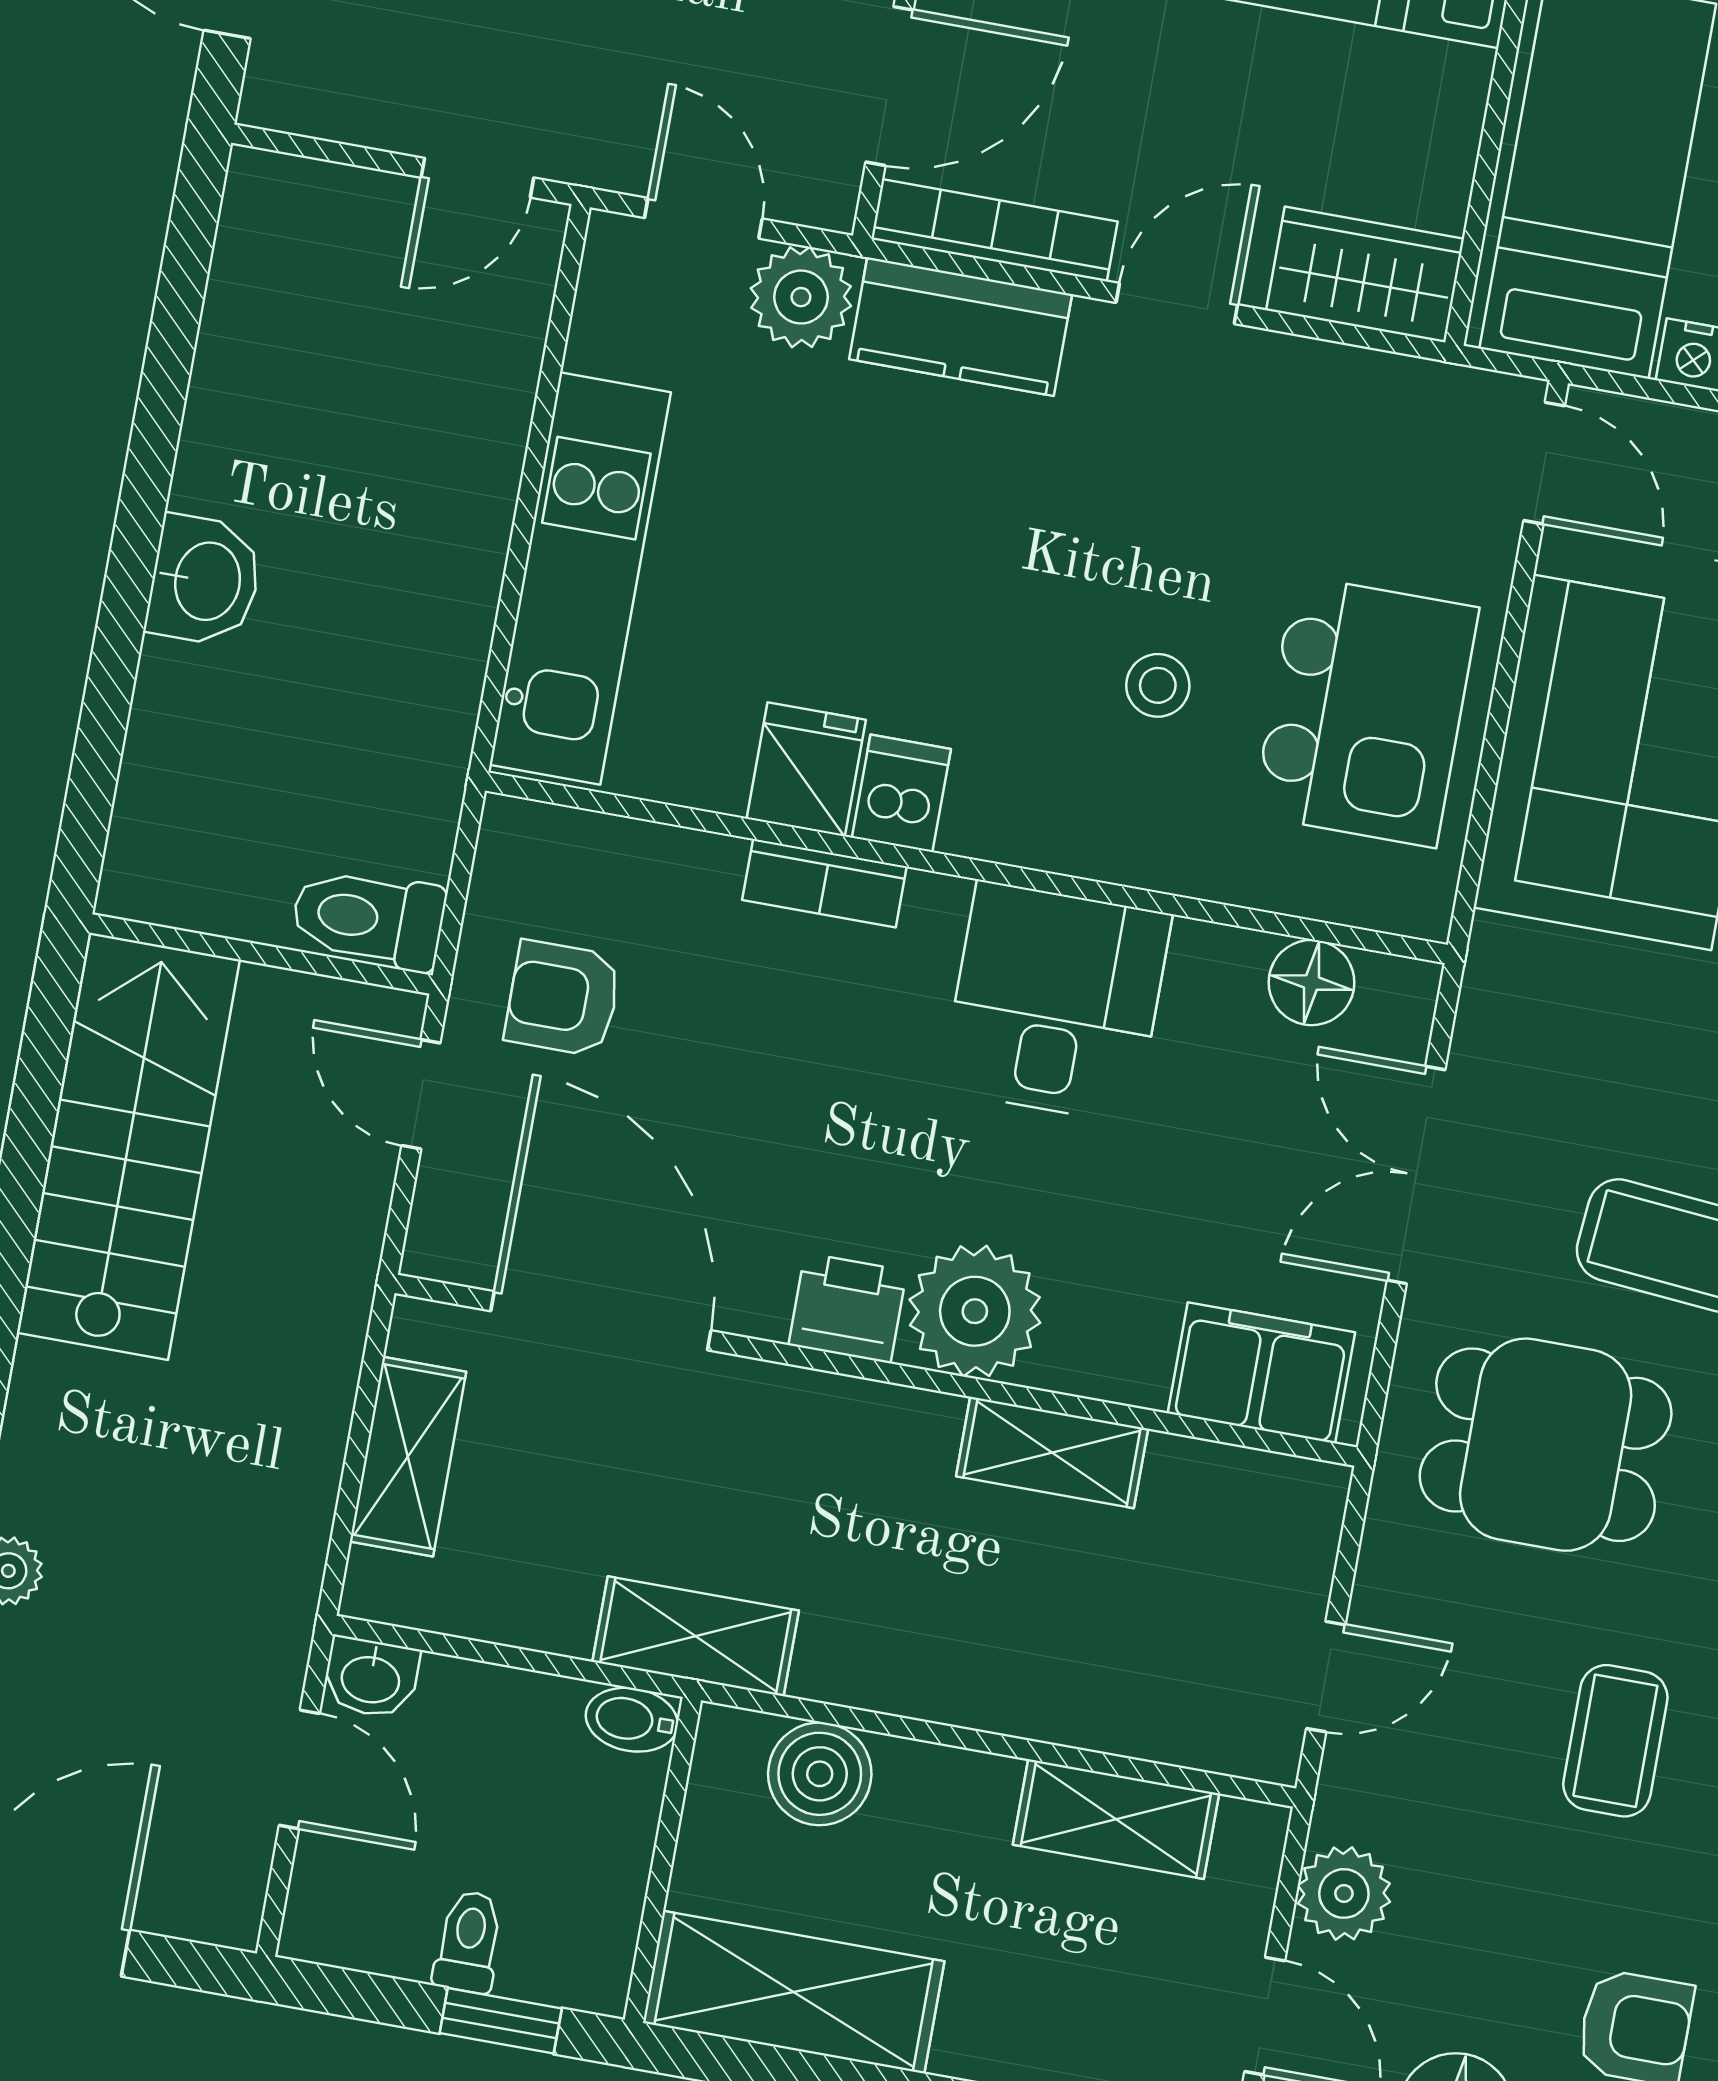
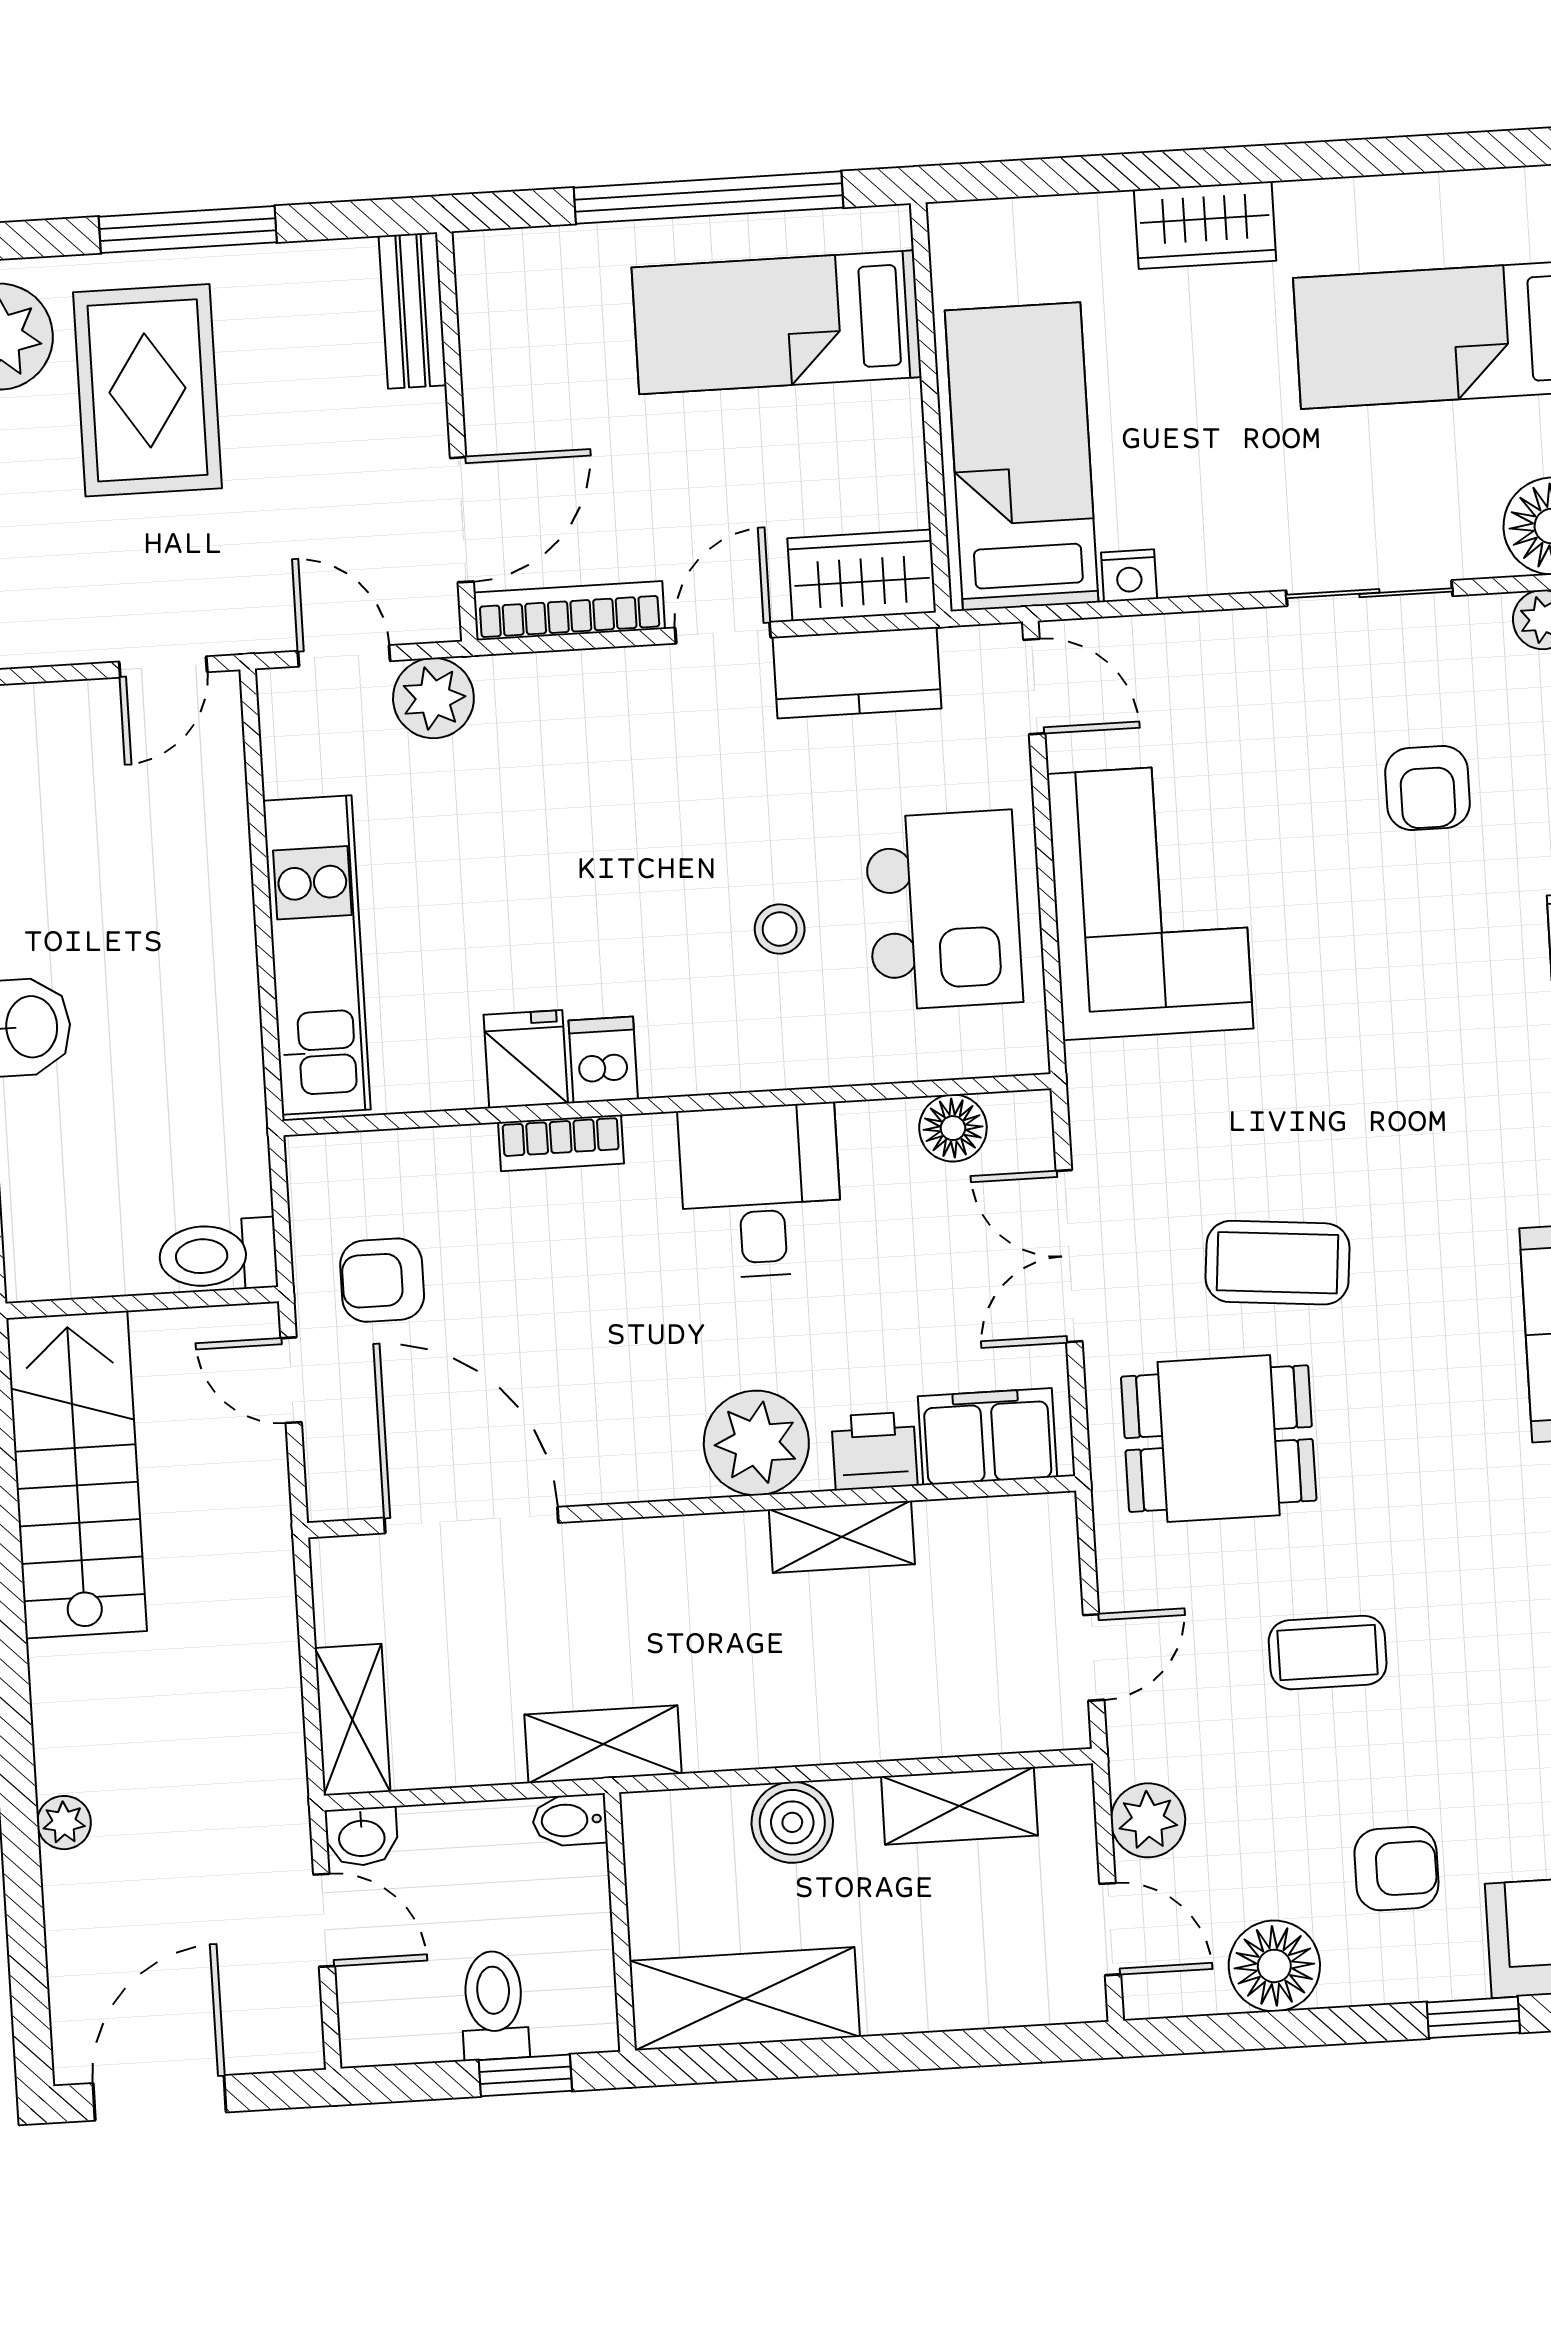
kitchen counter: (961, 327) -> (857, 673), moved
printer: (848, 1308) -> (874, 1451), moved
shelving: (408, 1457) -> (353, 1720), moved
coffee table: (1615, 1741) -> (1328, 1653), turned 90
boiler: (820, 1774) -> (792, 1822), moved
toilet: (469, 1942) -> (494, 2005), width x1.37, depth x1.39

